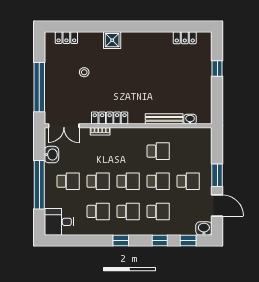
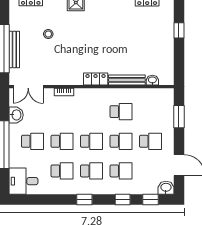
bench: (50, 88) -> (14, 49), added
locker: (110, 118) -> (96, 79), moved, width x0.66
window: (217, 175) -> (179, 117), moved

